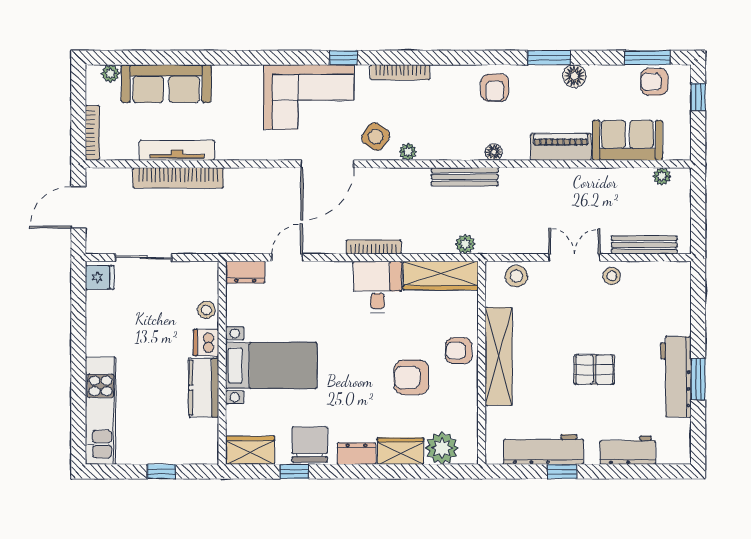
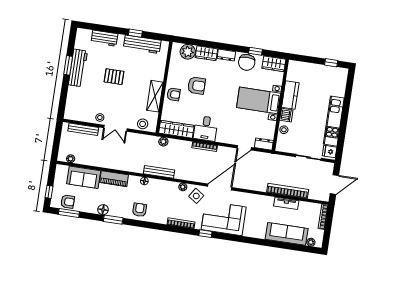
tv unit: (177, 150) -> (286, 203), width x0.71
shelving: (499, 356) -> (155, 96), width x0.68
kitchen unit: (101, 411) -> (334, 121), moved
window: (161, 471) -> (331, 63), moved

